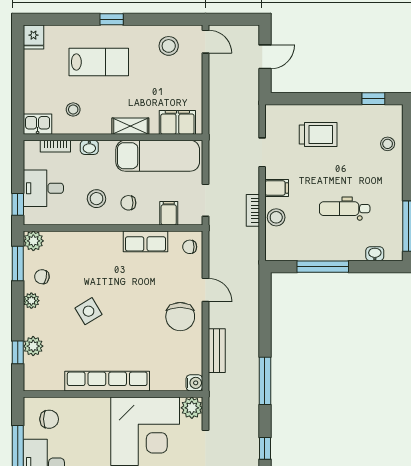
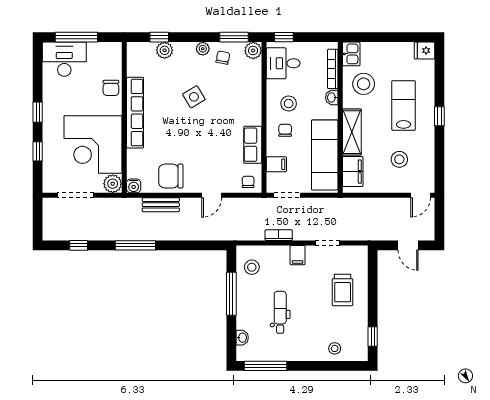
stool: (169, 46) -> (399, 159), moved
lab bench: (99, 62) -> (404, 106), turned 180
stool: (73, 109) -> (364, 84), width x1.89, depth x1.89
shelving: (130, 126) -> (352, 132), width x1.50, depth x1.33
bookcase: (55, 146) -> (333, 69), width x1.56
desk: (43, 188) -> (283, 63), moved, turned -90
stool: (276, 217) -> (252, 267), moved
chair: (180, 317) -> (171, 176), moved
chair: (49, 419) -> (111, 88), moved

